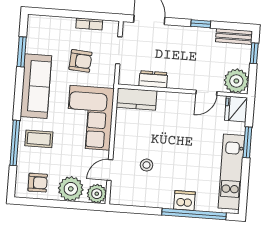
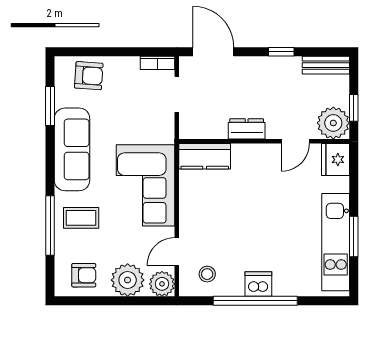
bookcase: (89, 24) -> (158, 63), moved
window: (254, 53) -> (354, 108), moved
armchair: (80, 61) -> (89, 76), moved
dresser: (153, 79) -> (247, 129), moved
window: (247, 142) -> (354, 237), moved
stool: (147, 165) -> (207, 274), moved
dishwasher: (184, 200) -> (258, 284), moved
window: (194, 214) -> (255, 301), moved

